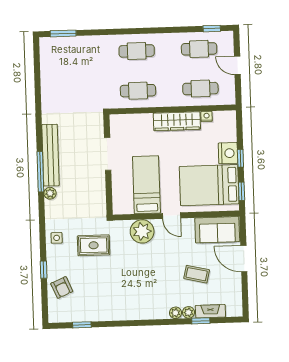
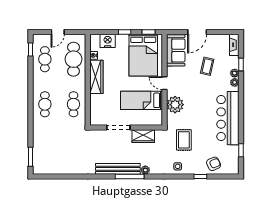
cafe table: (200, 89) -> (73, 59), width x1.37, depth x1.35
nightstand: (228, 153) -> (108, 41), moved
wardrobe: (97, 189) -> (143, 136), added
door: (171, 216) -> (164, 83), swing flipped
bar counter: (126, 305) -> (228, 118), added
fireplace: (210, 311) -> (234, 45), moved

